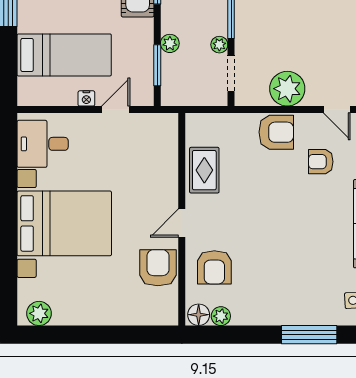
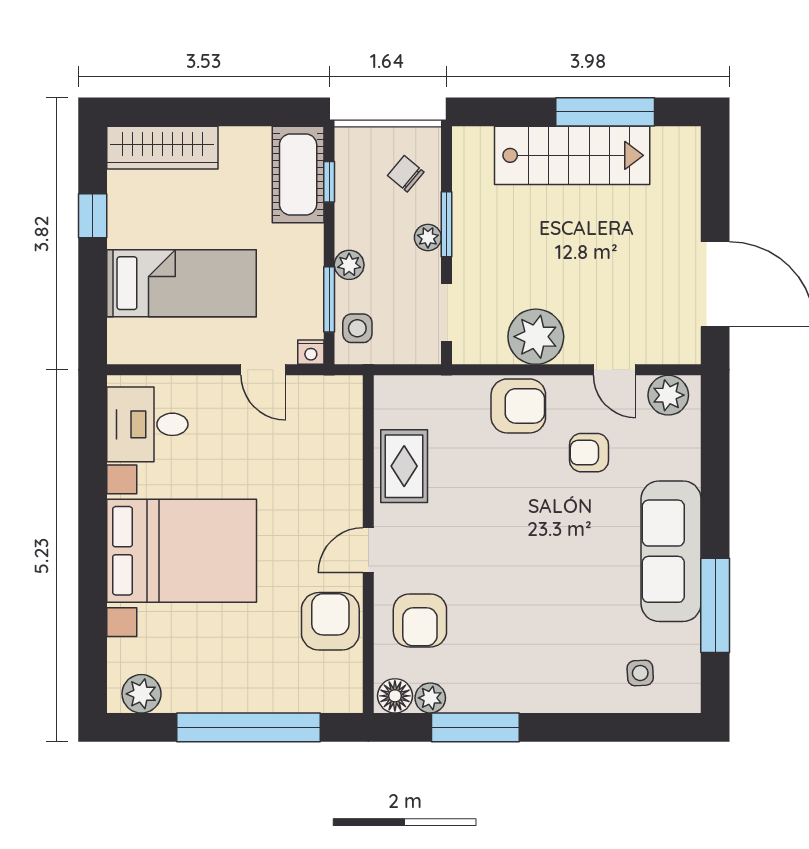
plant: (219, 45) -> (428, 238), moved
side table: (175, 83) -> (357, 328), added
nightstand: (86, 98) -> (311, 352), moved
door: (116, 110) -> (263, 370), swing flipped
window: (106, 335) -> (249, 727), added
window: (309, 335) -> (475, 727), moved

